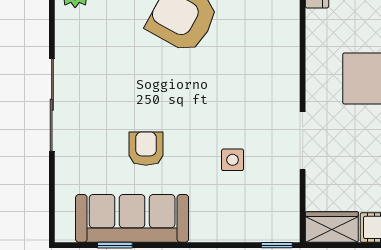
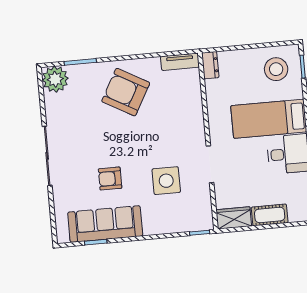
armchair: (146, 149) -> (110, 179), turned -90
side table: (233, 160) -> (166, 181), width x1.87, depth x1.87

